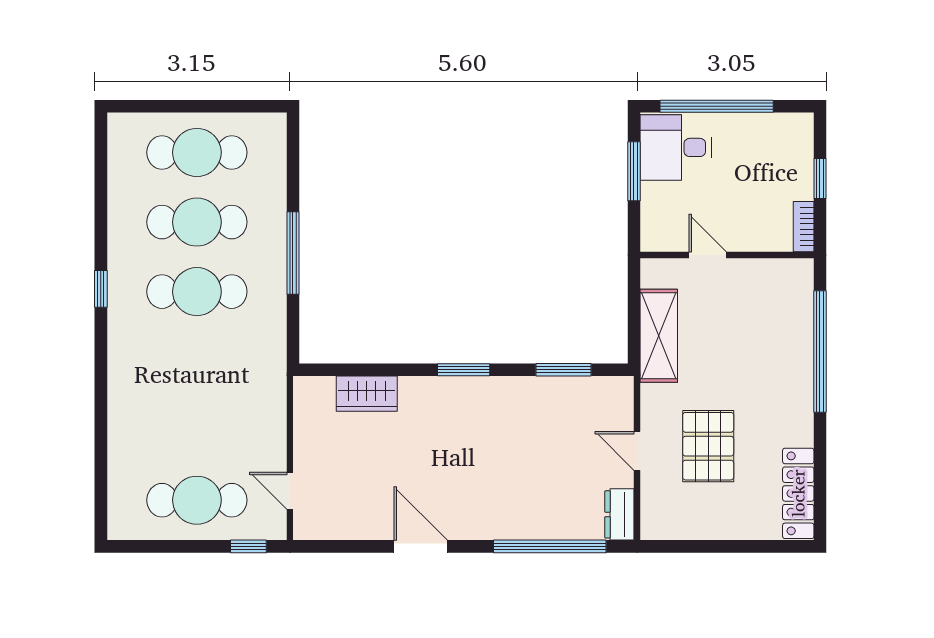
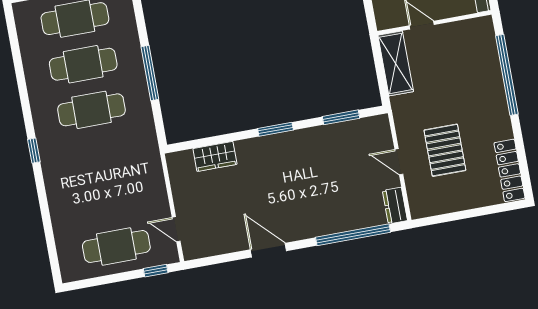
window: (101, 289) -> (34, 151), moved
shelving: (659, 336) -> (396, 63), moved

